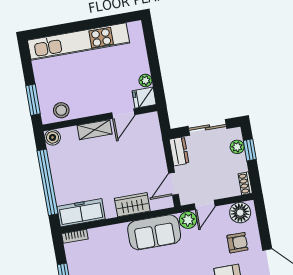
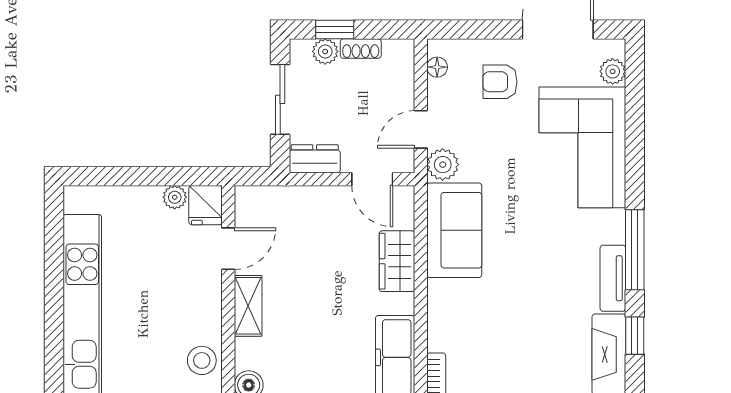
door: (123, 114) -> (228, 249), hinge flipped
shoe rack: (245, 183) -> (361, 49), moved
door: (205, 205) -> (421, 129), swing flipped
floor lamp: (240, 213) -> (437, 67), width x0.53, depth x0.53
armchair: (237, 243) -> (500, 82), turned -90

